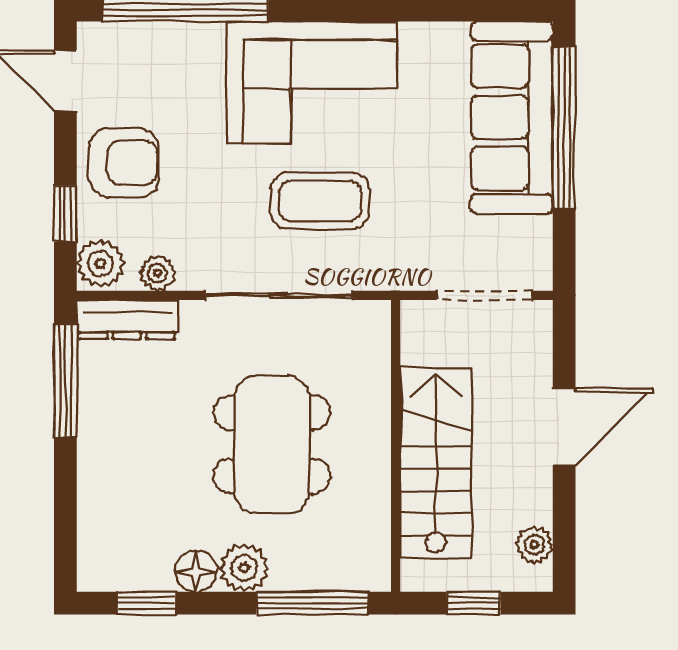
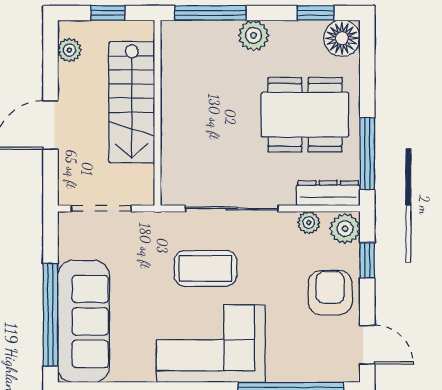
armchair: (124, 163) -> (330, 293), turned 90
dining table: (272, 444) -> (305, 115), moved, turned 90
floor lamp: (196, 571) -> (342, 38), moved, width x1.38, depth x1.38

